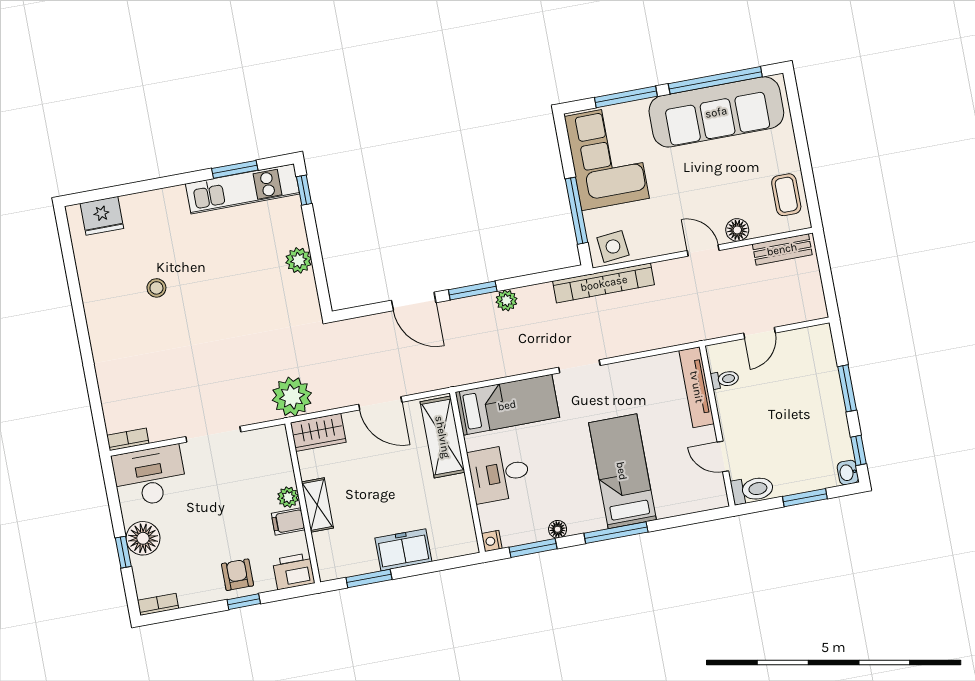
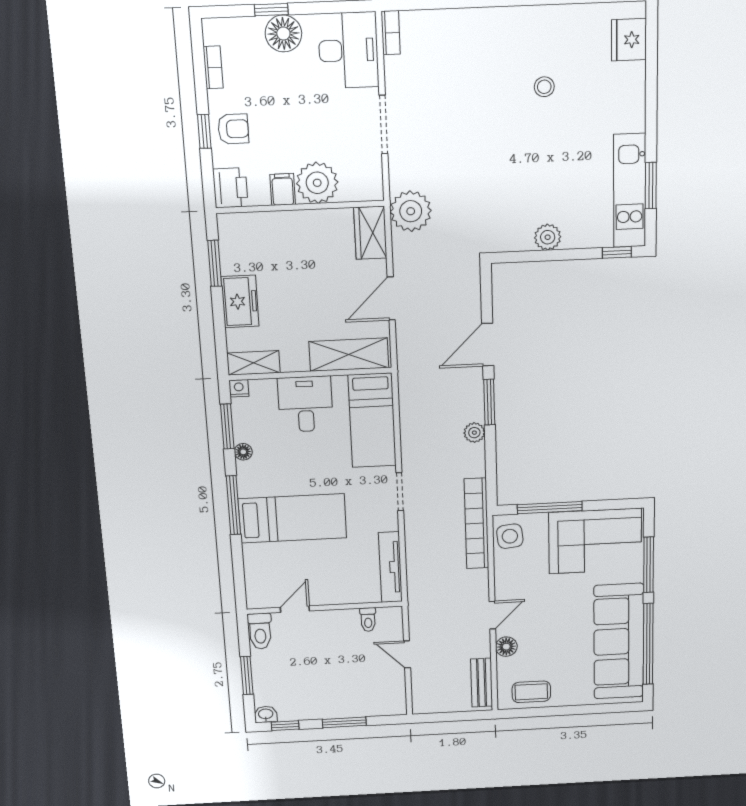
tv unit: (697, 387) -> (390, 567), moved, turned -90
plant: (288, 497) -> (317, 183), width x1.87, depth x1.87
shelving: (317, 505) -> (254, 363), moved
bookcase: (158, 604) -> (213, 67), moved

